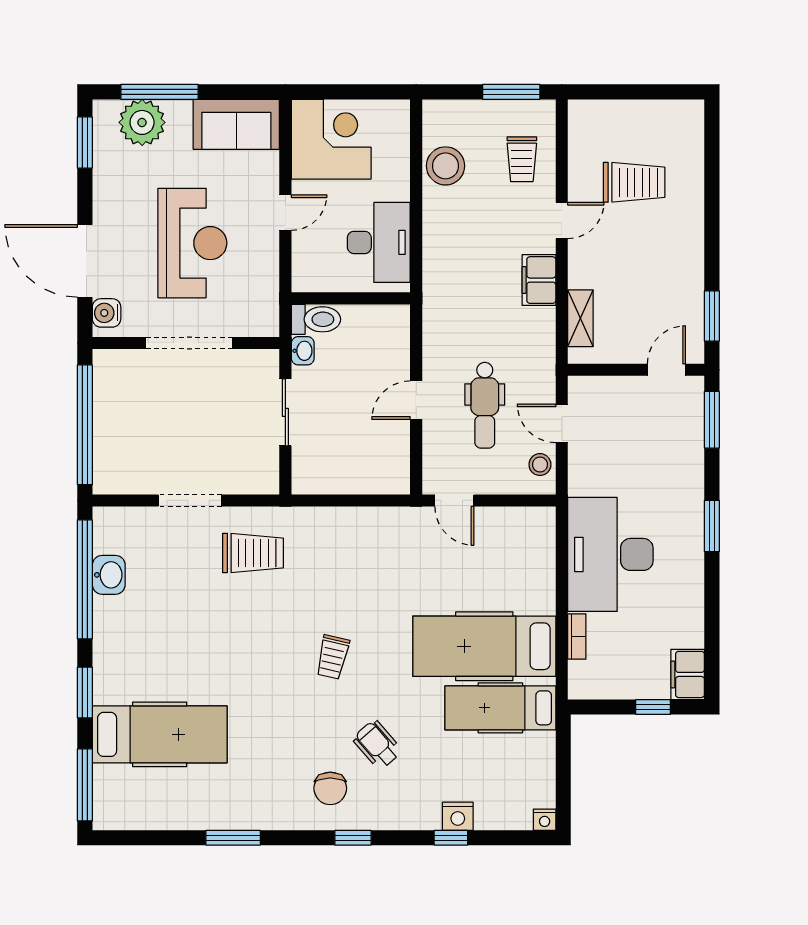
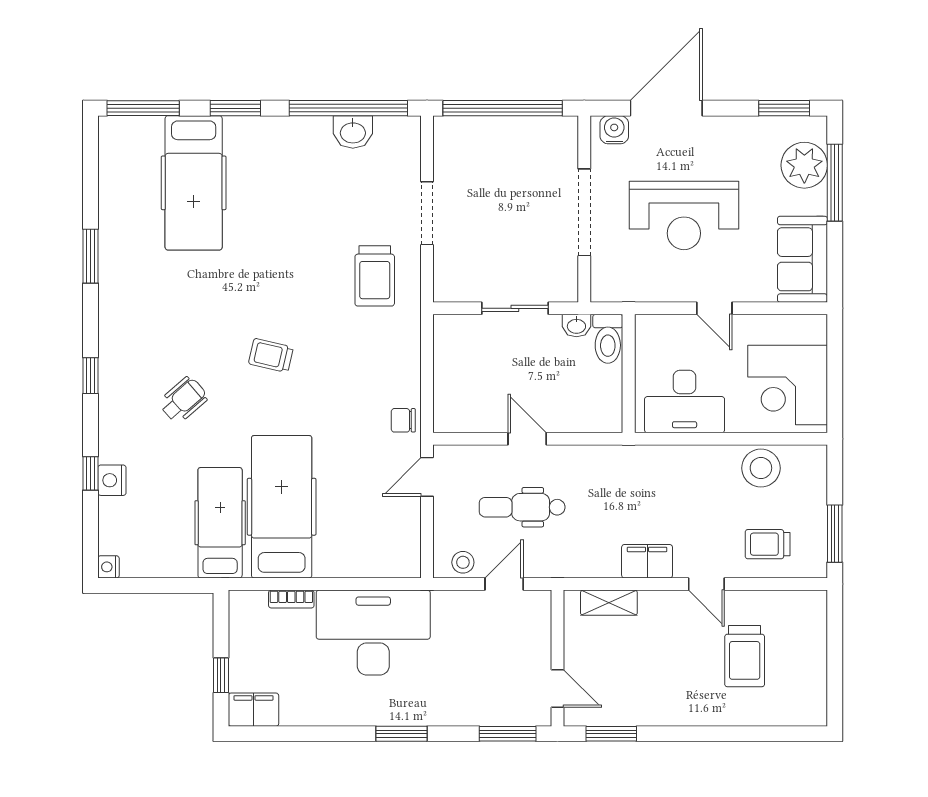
corner desk: (331, 139) -> (788, 385), moved, turned 90
chair: (330, 788) -> (403, 420), moved, width x0.73, depth x0.73

